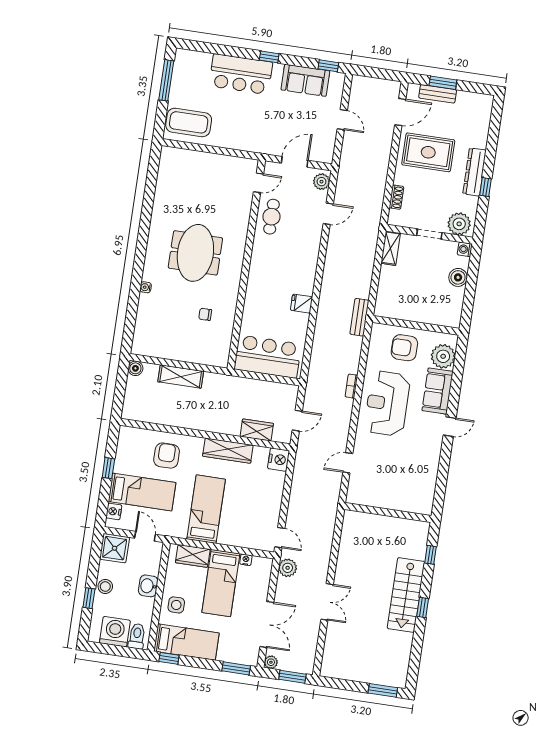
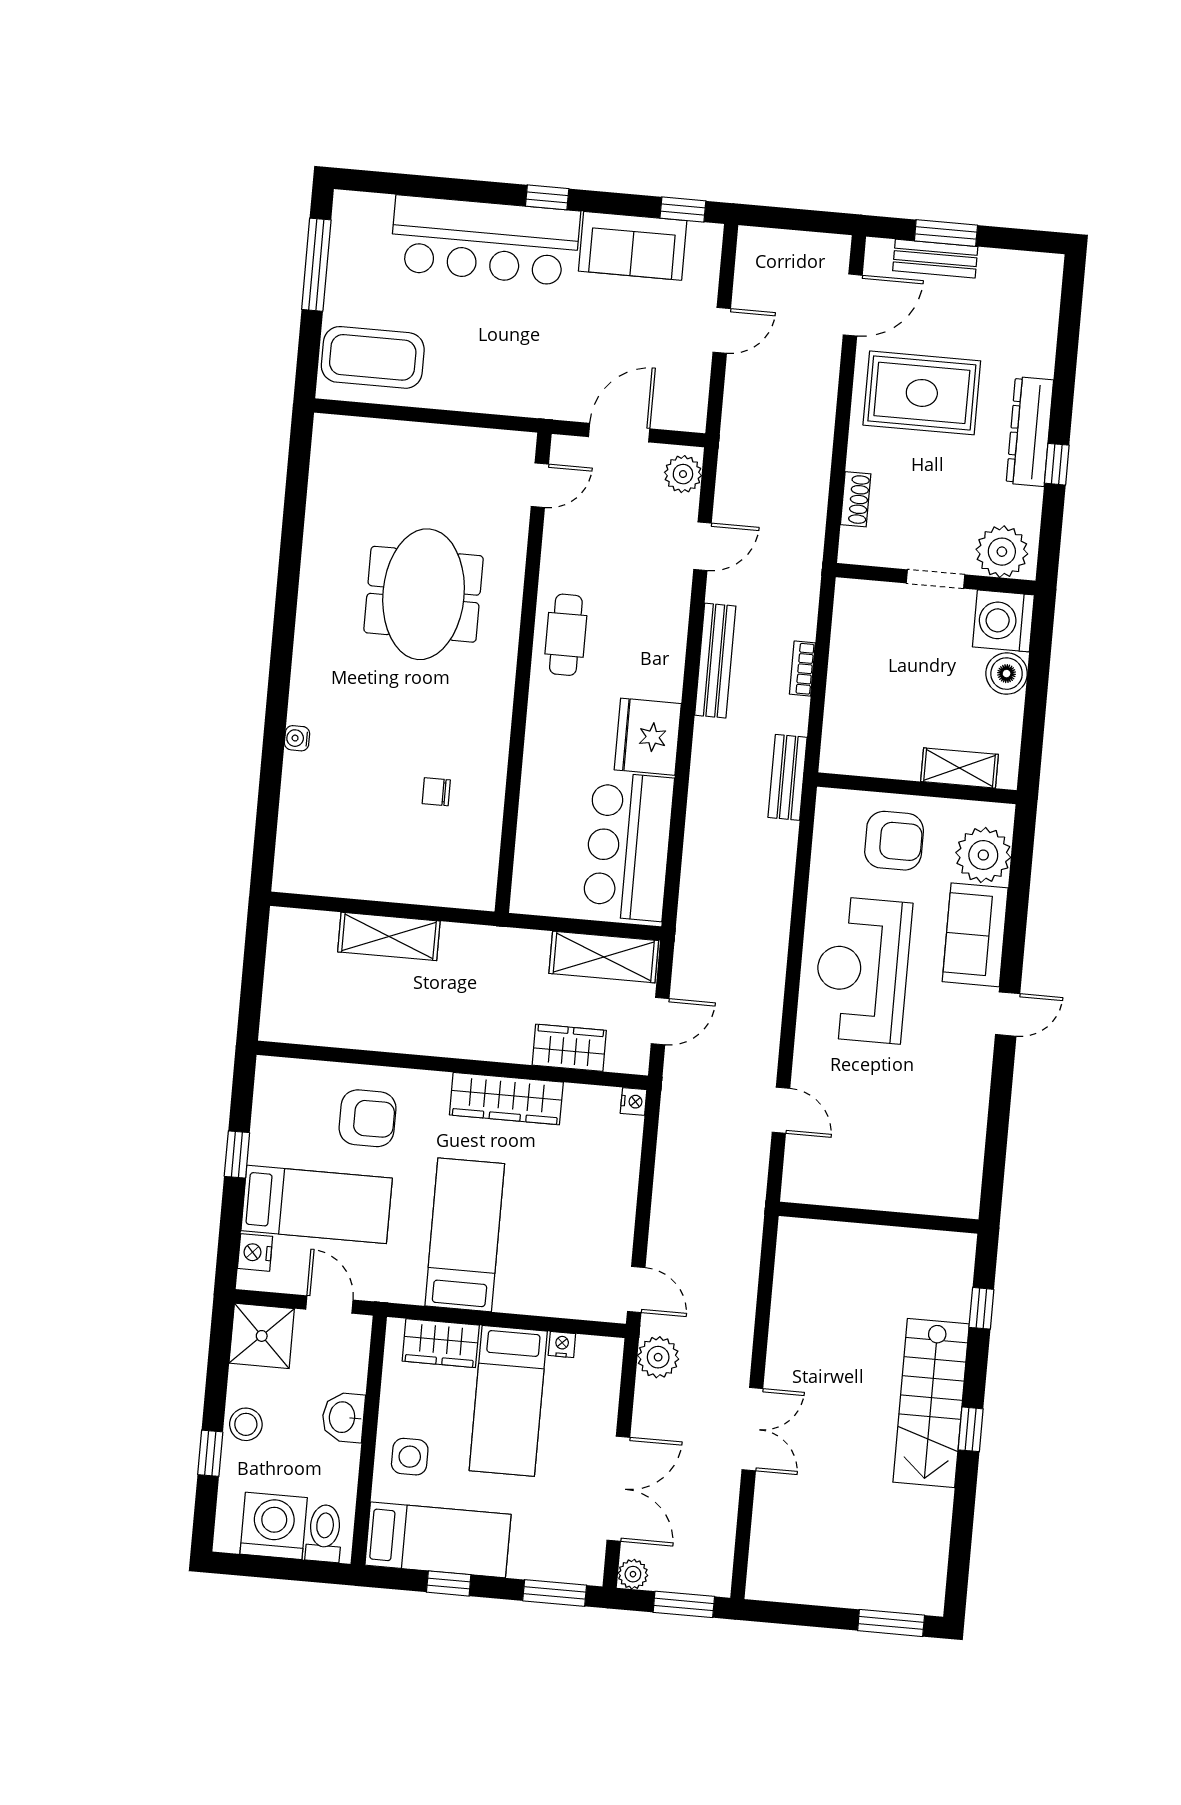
bar counter: (241, 74) -> (485, 241), width x1.36
door: (342, 120) -> (722, 330), hinge flipped
cafe table: (271, 217) -> (566, 635), moved
shelving: (391, 248) -> (959, 768), moved, turned 90
washing machine: (465, 249) -> (1003, 621), width x1.89, depth x1.89
meeting table: (195, 253) -> (424, 594), moved
bench: (331, 264) -> (715, 661), added
fridge: (301, 304) -> (648, 737), width x1.88, depth x1.34
armchair: (404, 348) -> (894, 841), turned 180
bar counter: (268, 357) -> (628, 846), moved, turned -90
boiler: (135, 368) -> (285, 924), removed
bookcase: (351, 386) -> (802, 669), moved
shelving: (274, 391) -> (604, 957), added
armchair: (167, 456) -> (368, 1118), turned 90
nightstand: (279, 460) -> (634, 1101), width x0.53, depth x0.56
door: (348, 463) -> (781, 1110), swing flipped
window: (169, 658) -> (449, 1583), moved

